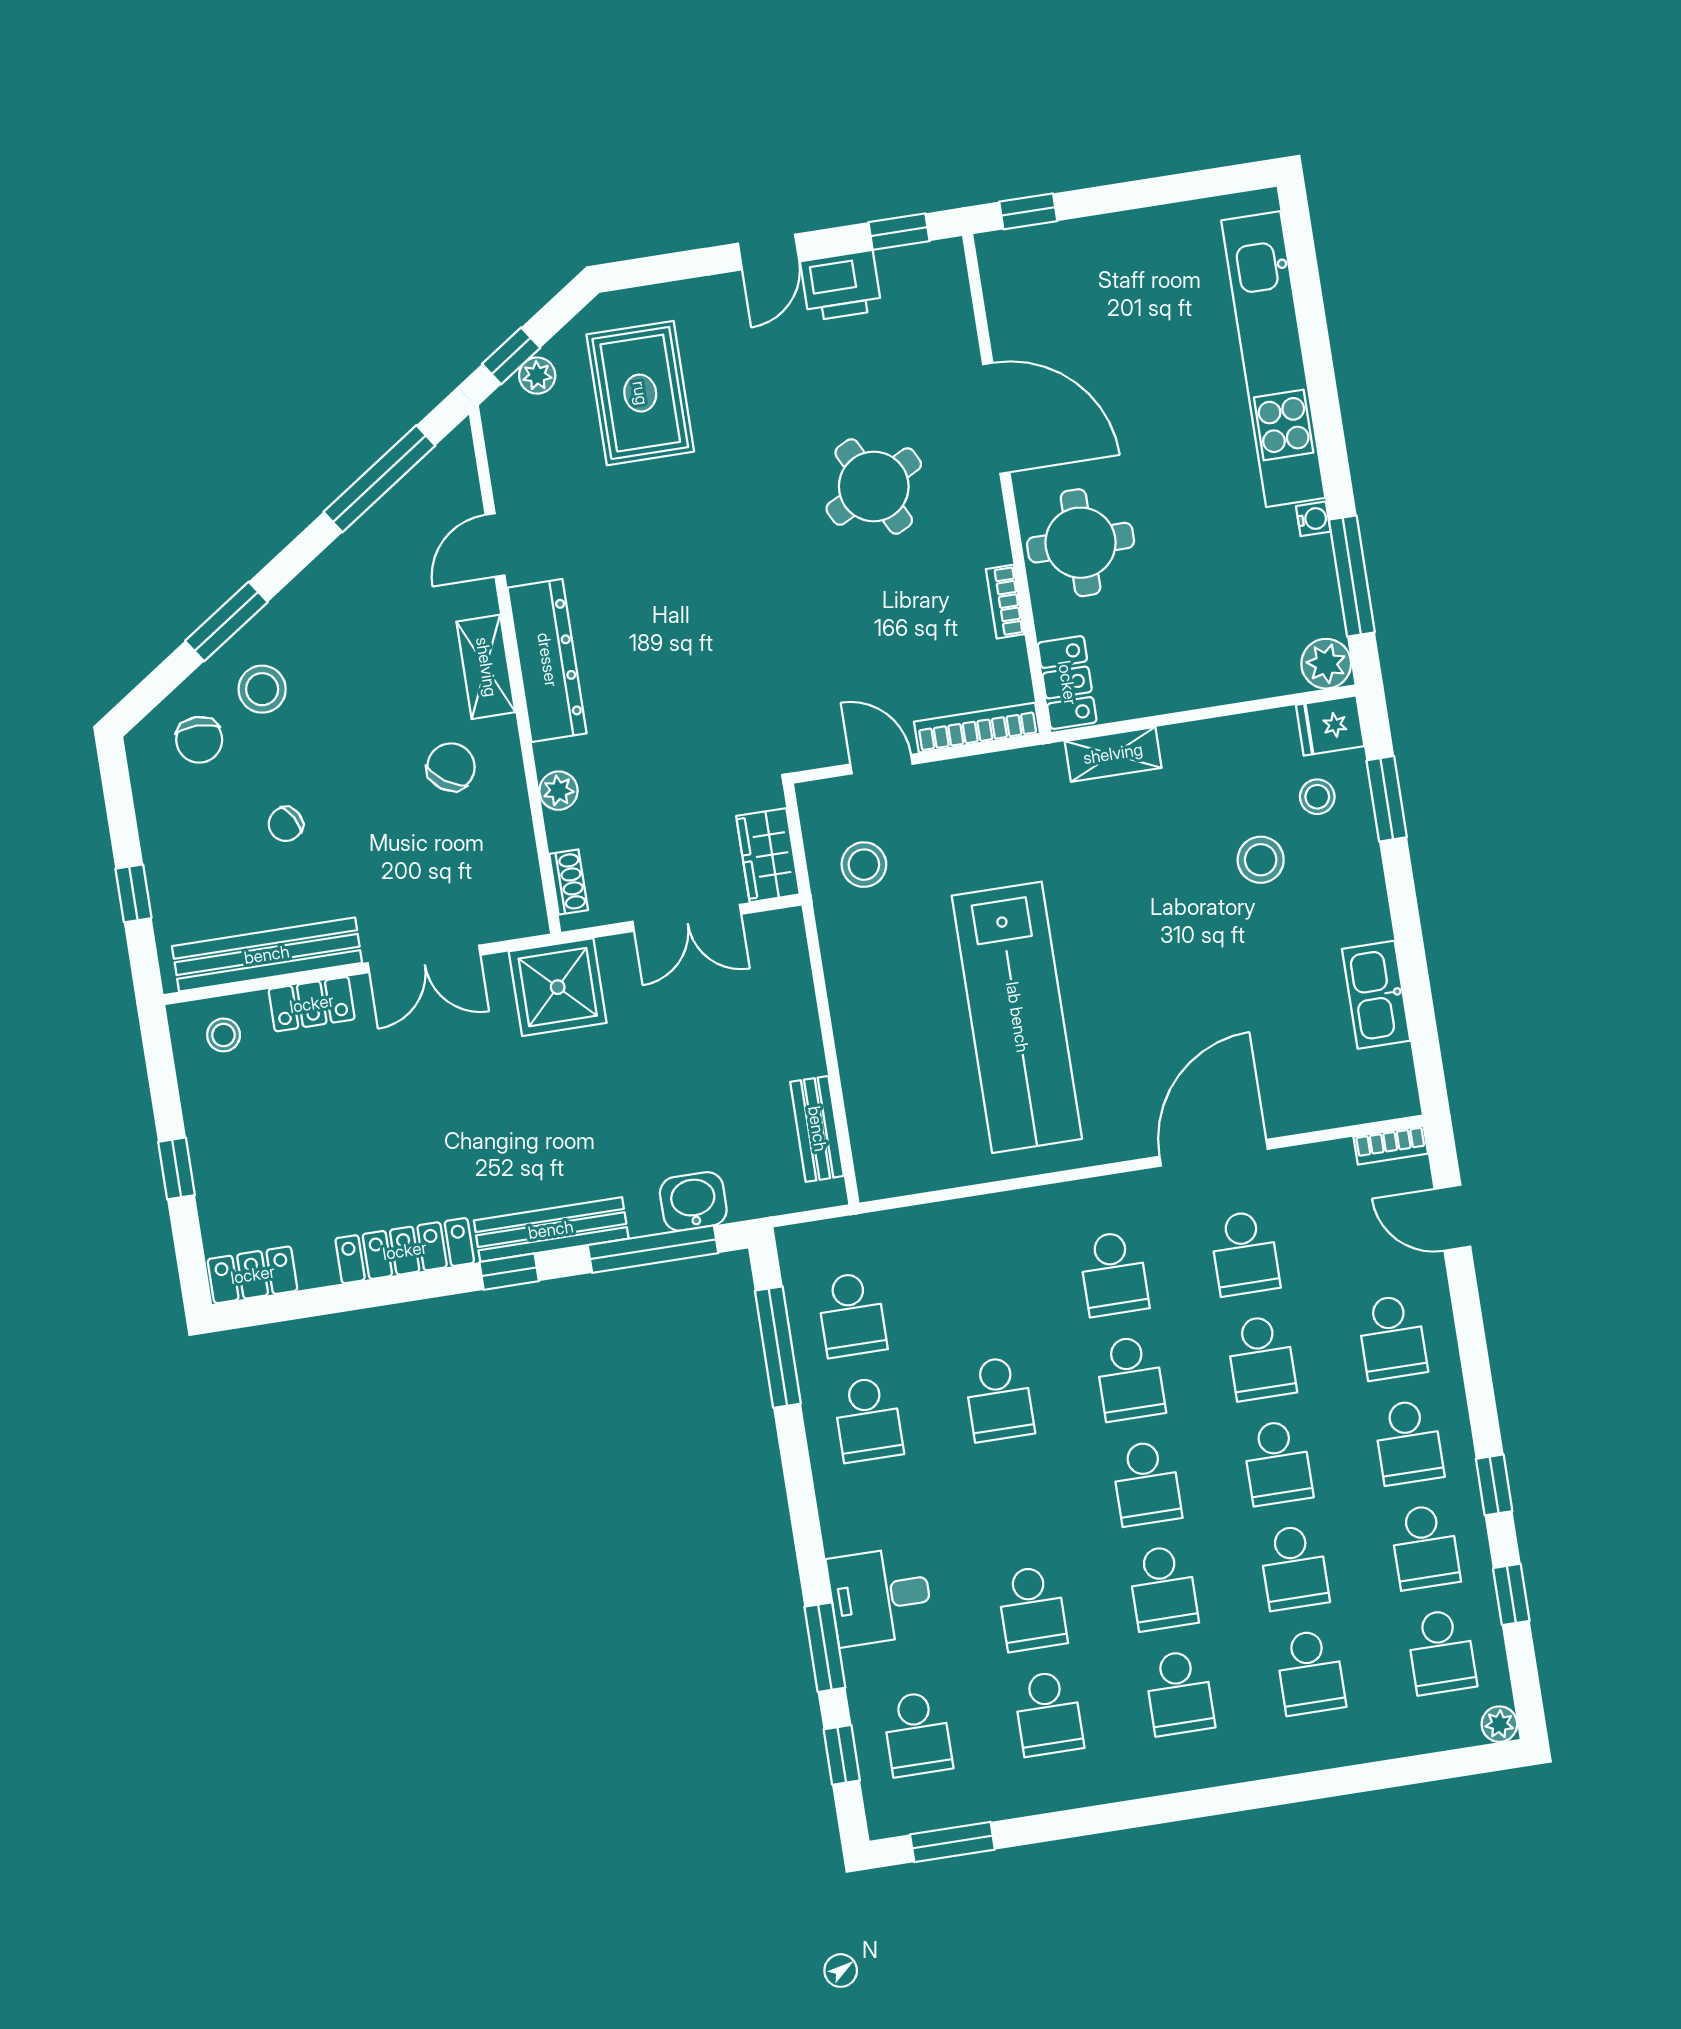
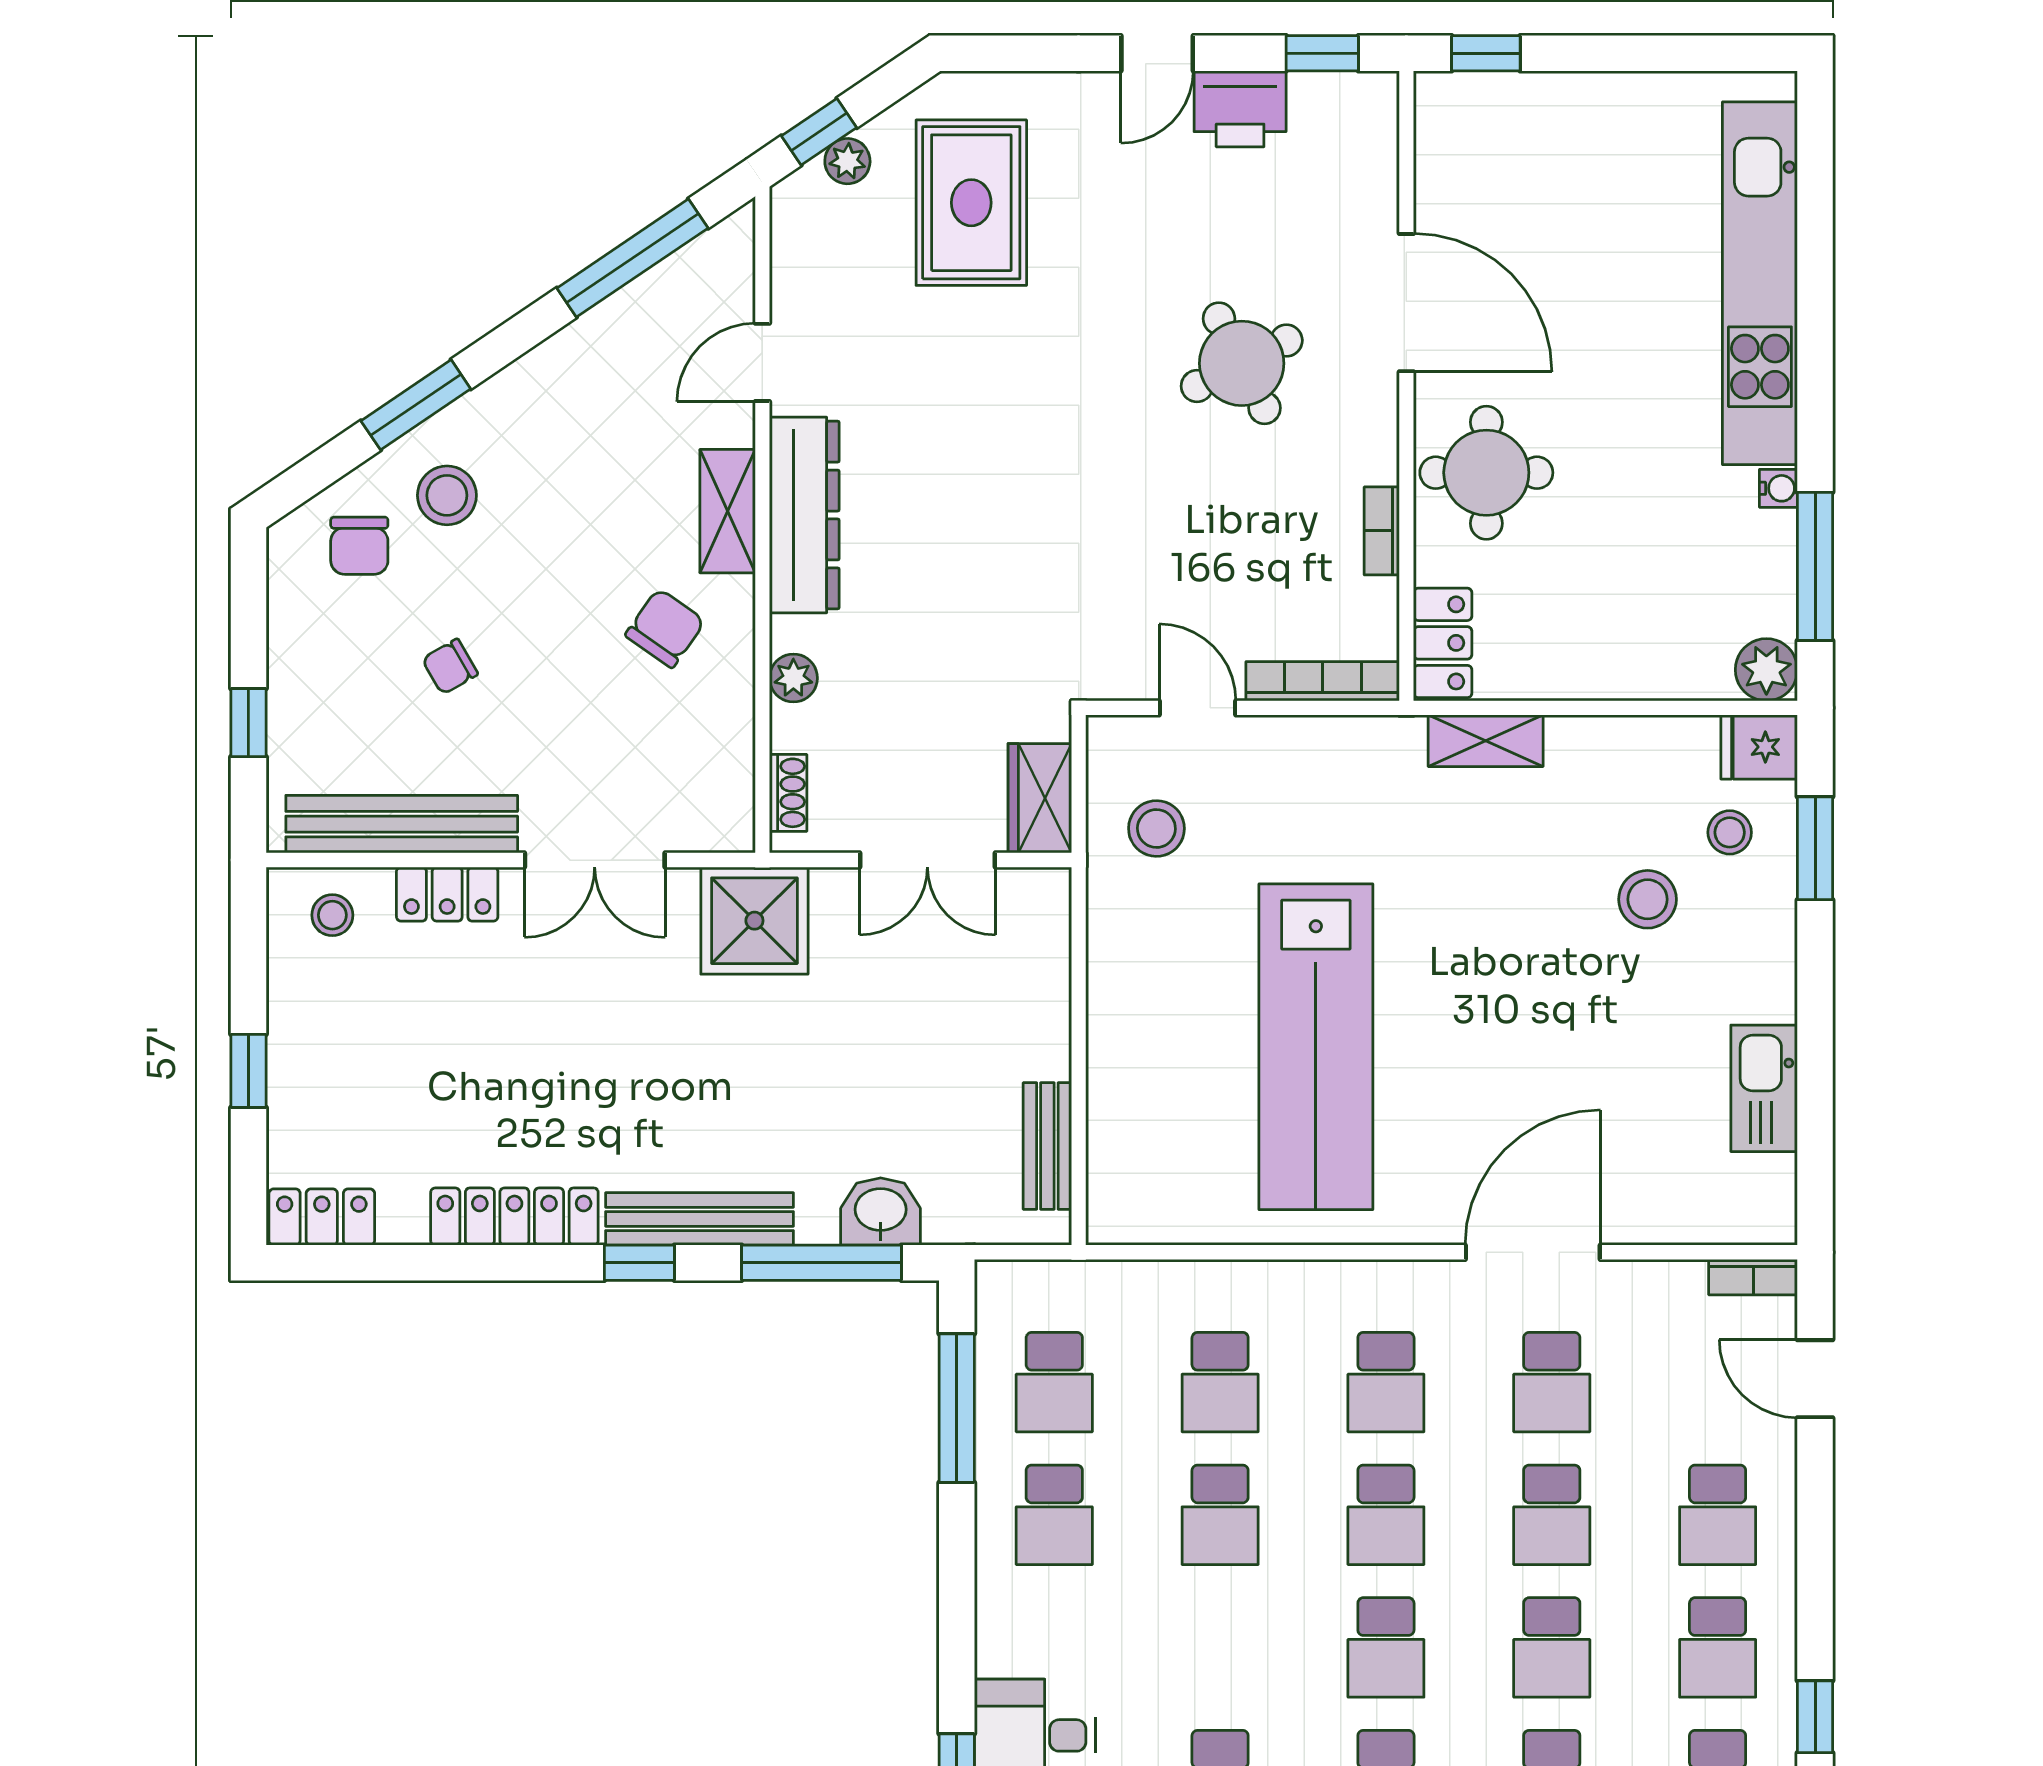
school desk: (983, 1294) -> (1220, 1382), added

